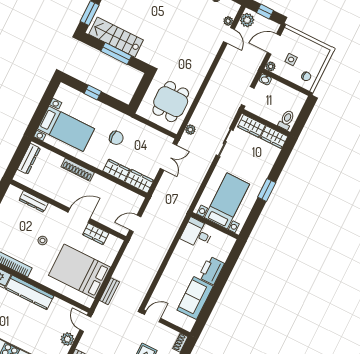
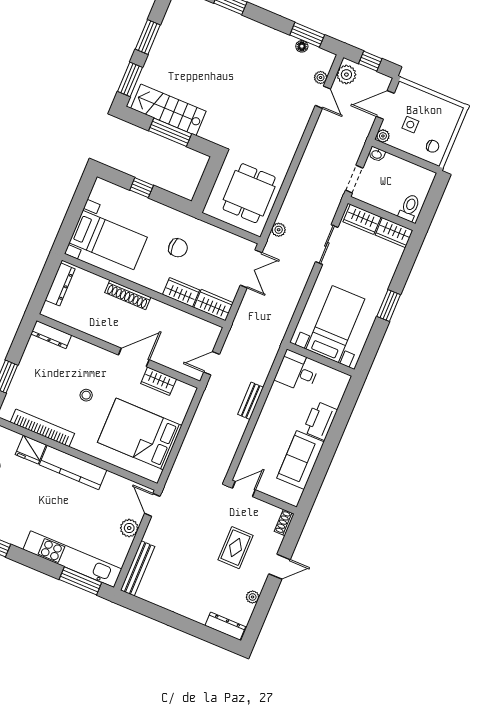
dresser: (33, 201) -> (51, 335), moved
bench: (110, 291) -> (251, 401), moved

